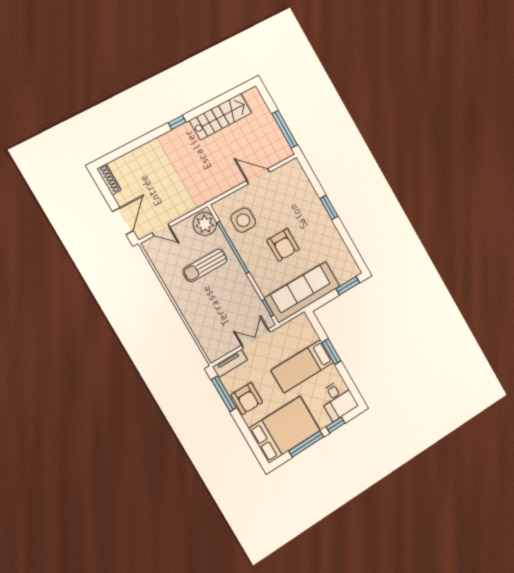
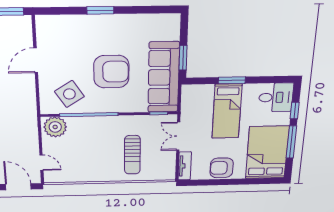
side table: (243, 220) -> (69, 94), turned -33
door: (161, 230) -> (41, 163), hinge flipped
armchair: (283, 245) -> (111, 72), width x1.36, depth x1.36
sun lounger: (205, 265) -> (132, 155), moved
window: (348, 286) -> (183, 58), moved
window: (224, 394) -> (205, 182), removed
armchair: (247, 399) -> (222, 168), turned 180

